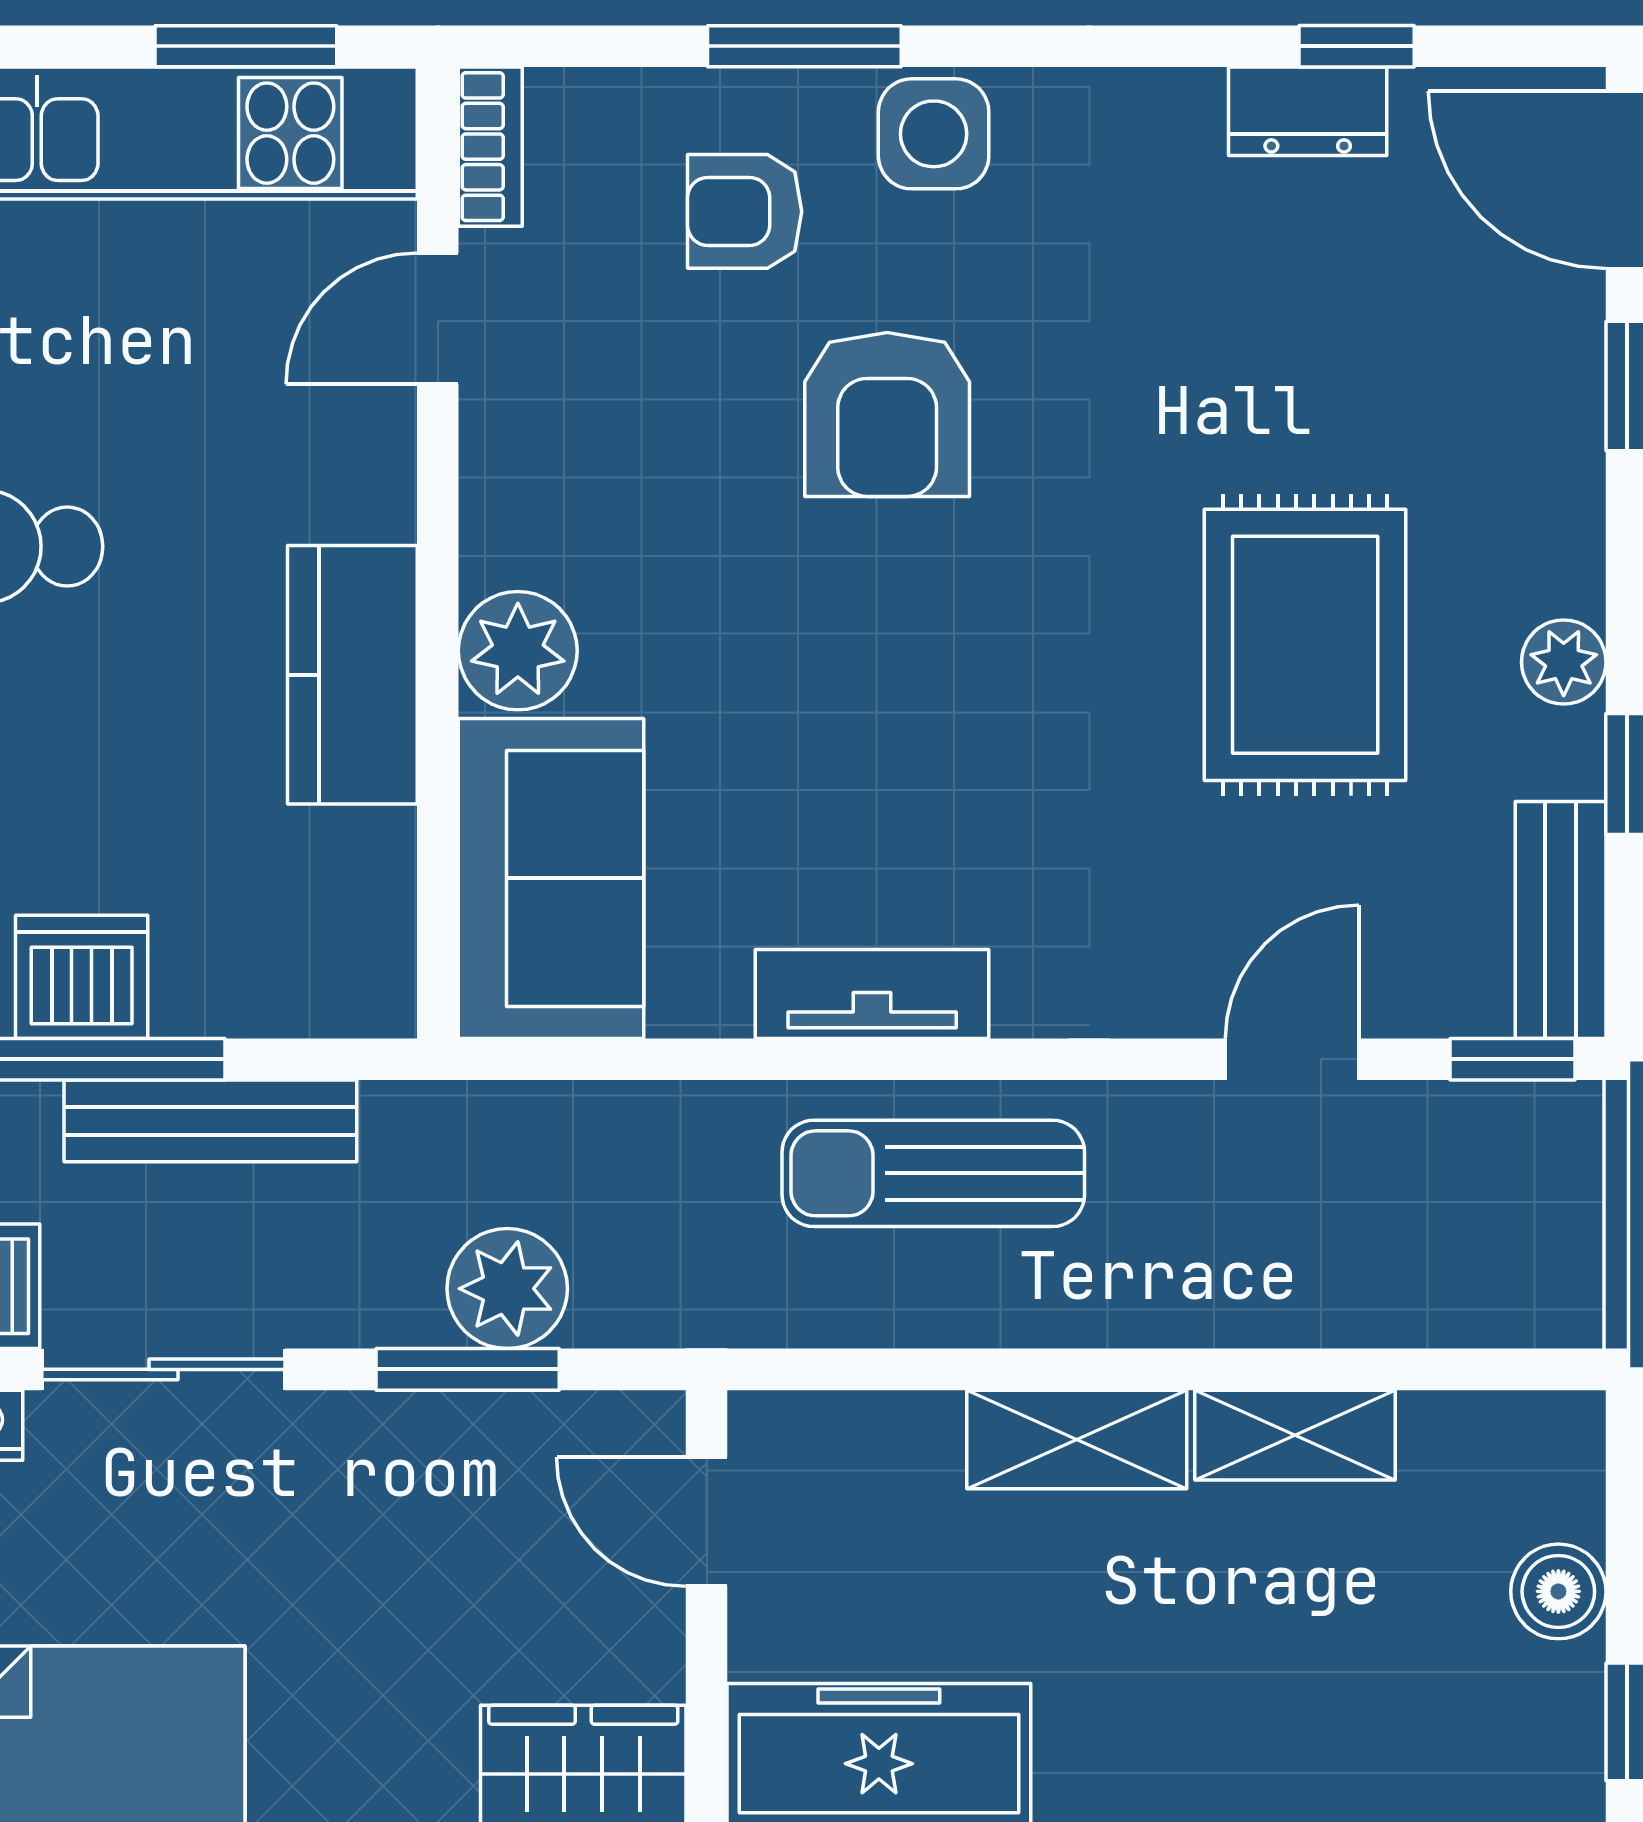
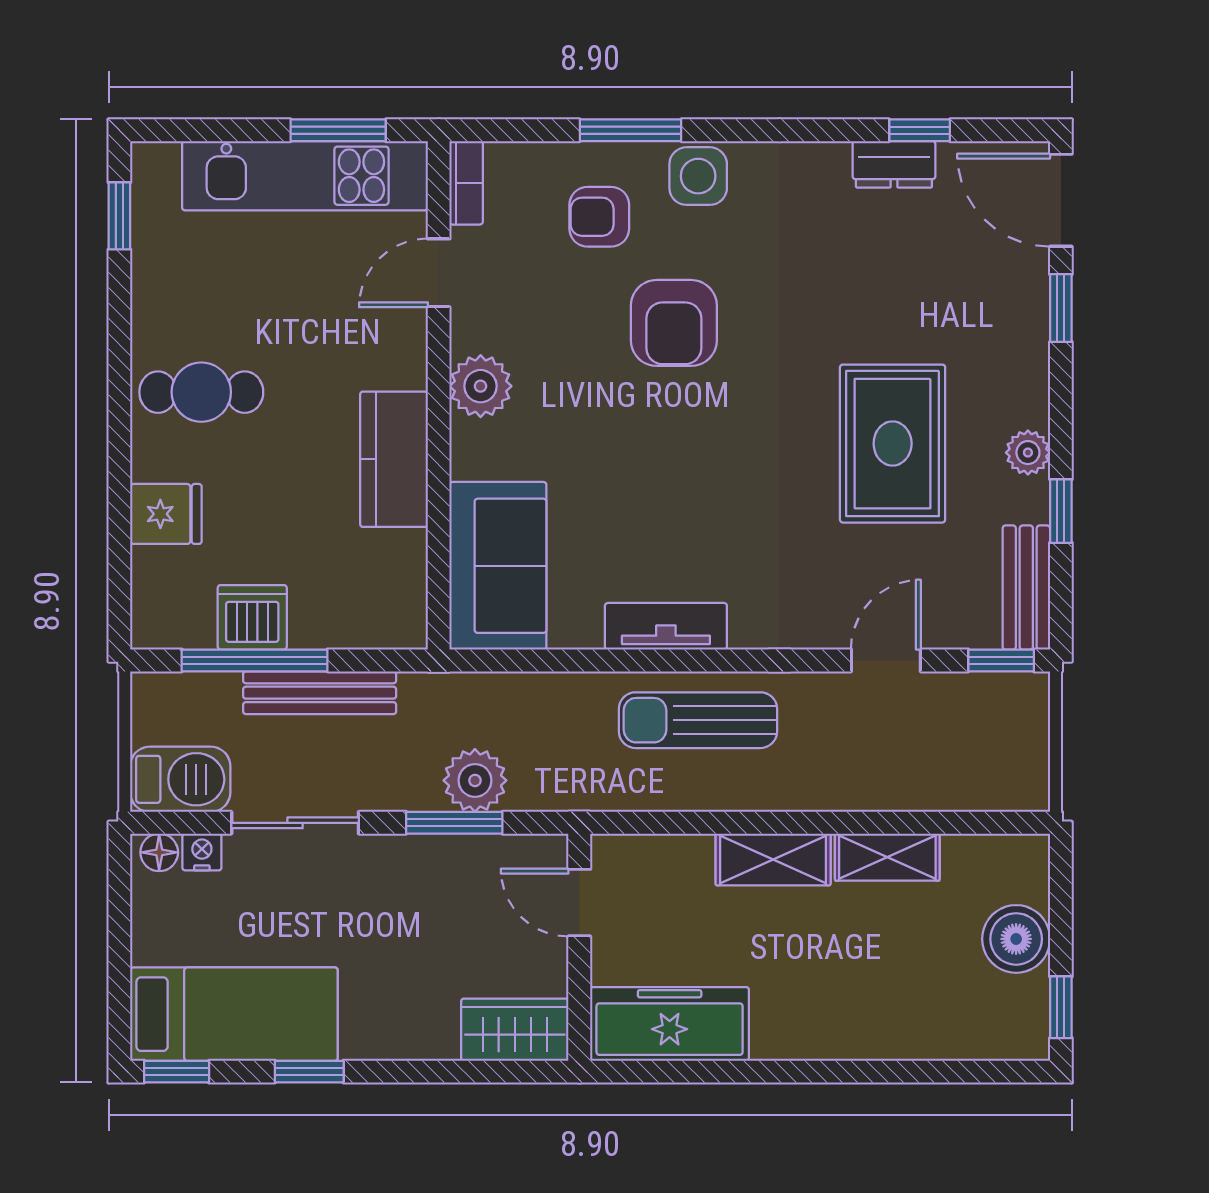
plant: (518, 651) -> (481, 386), moved
boiler: (1558, 1591) -> (1016, 939), width x1.36, depth x1.36

